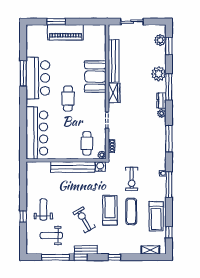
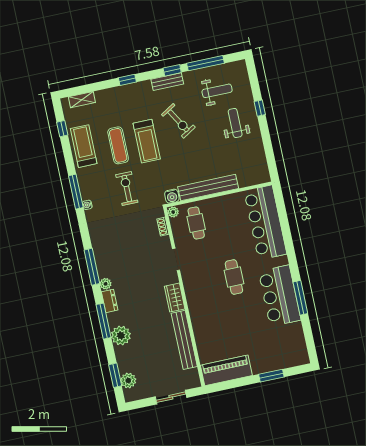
piano: (65, 32) -> (226, 370), moved
booth: (95, 77) -> (204, 314), removed
window: (169, 139) -> (92, 267), moved
weight bench: (43, 209) -> (235, 123), turned 180

